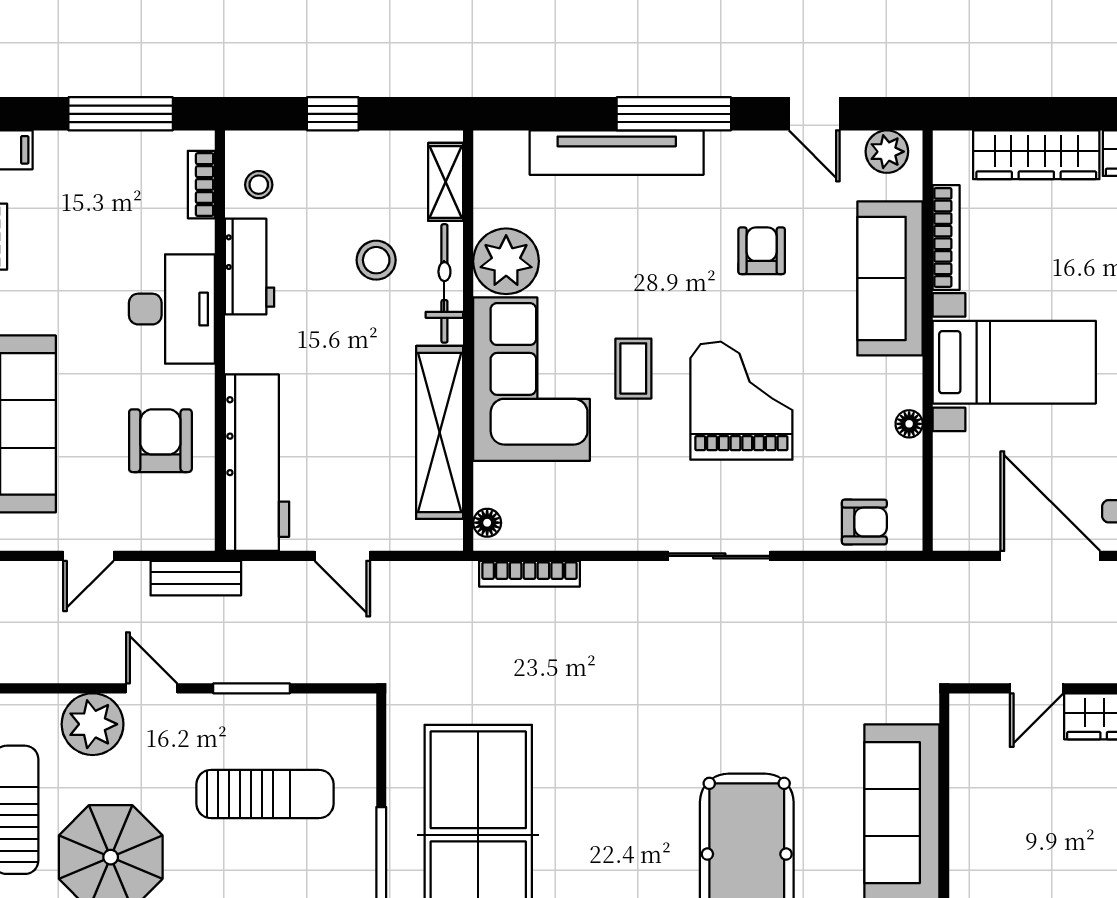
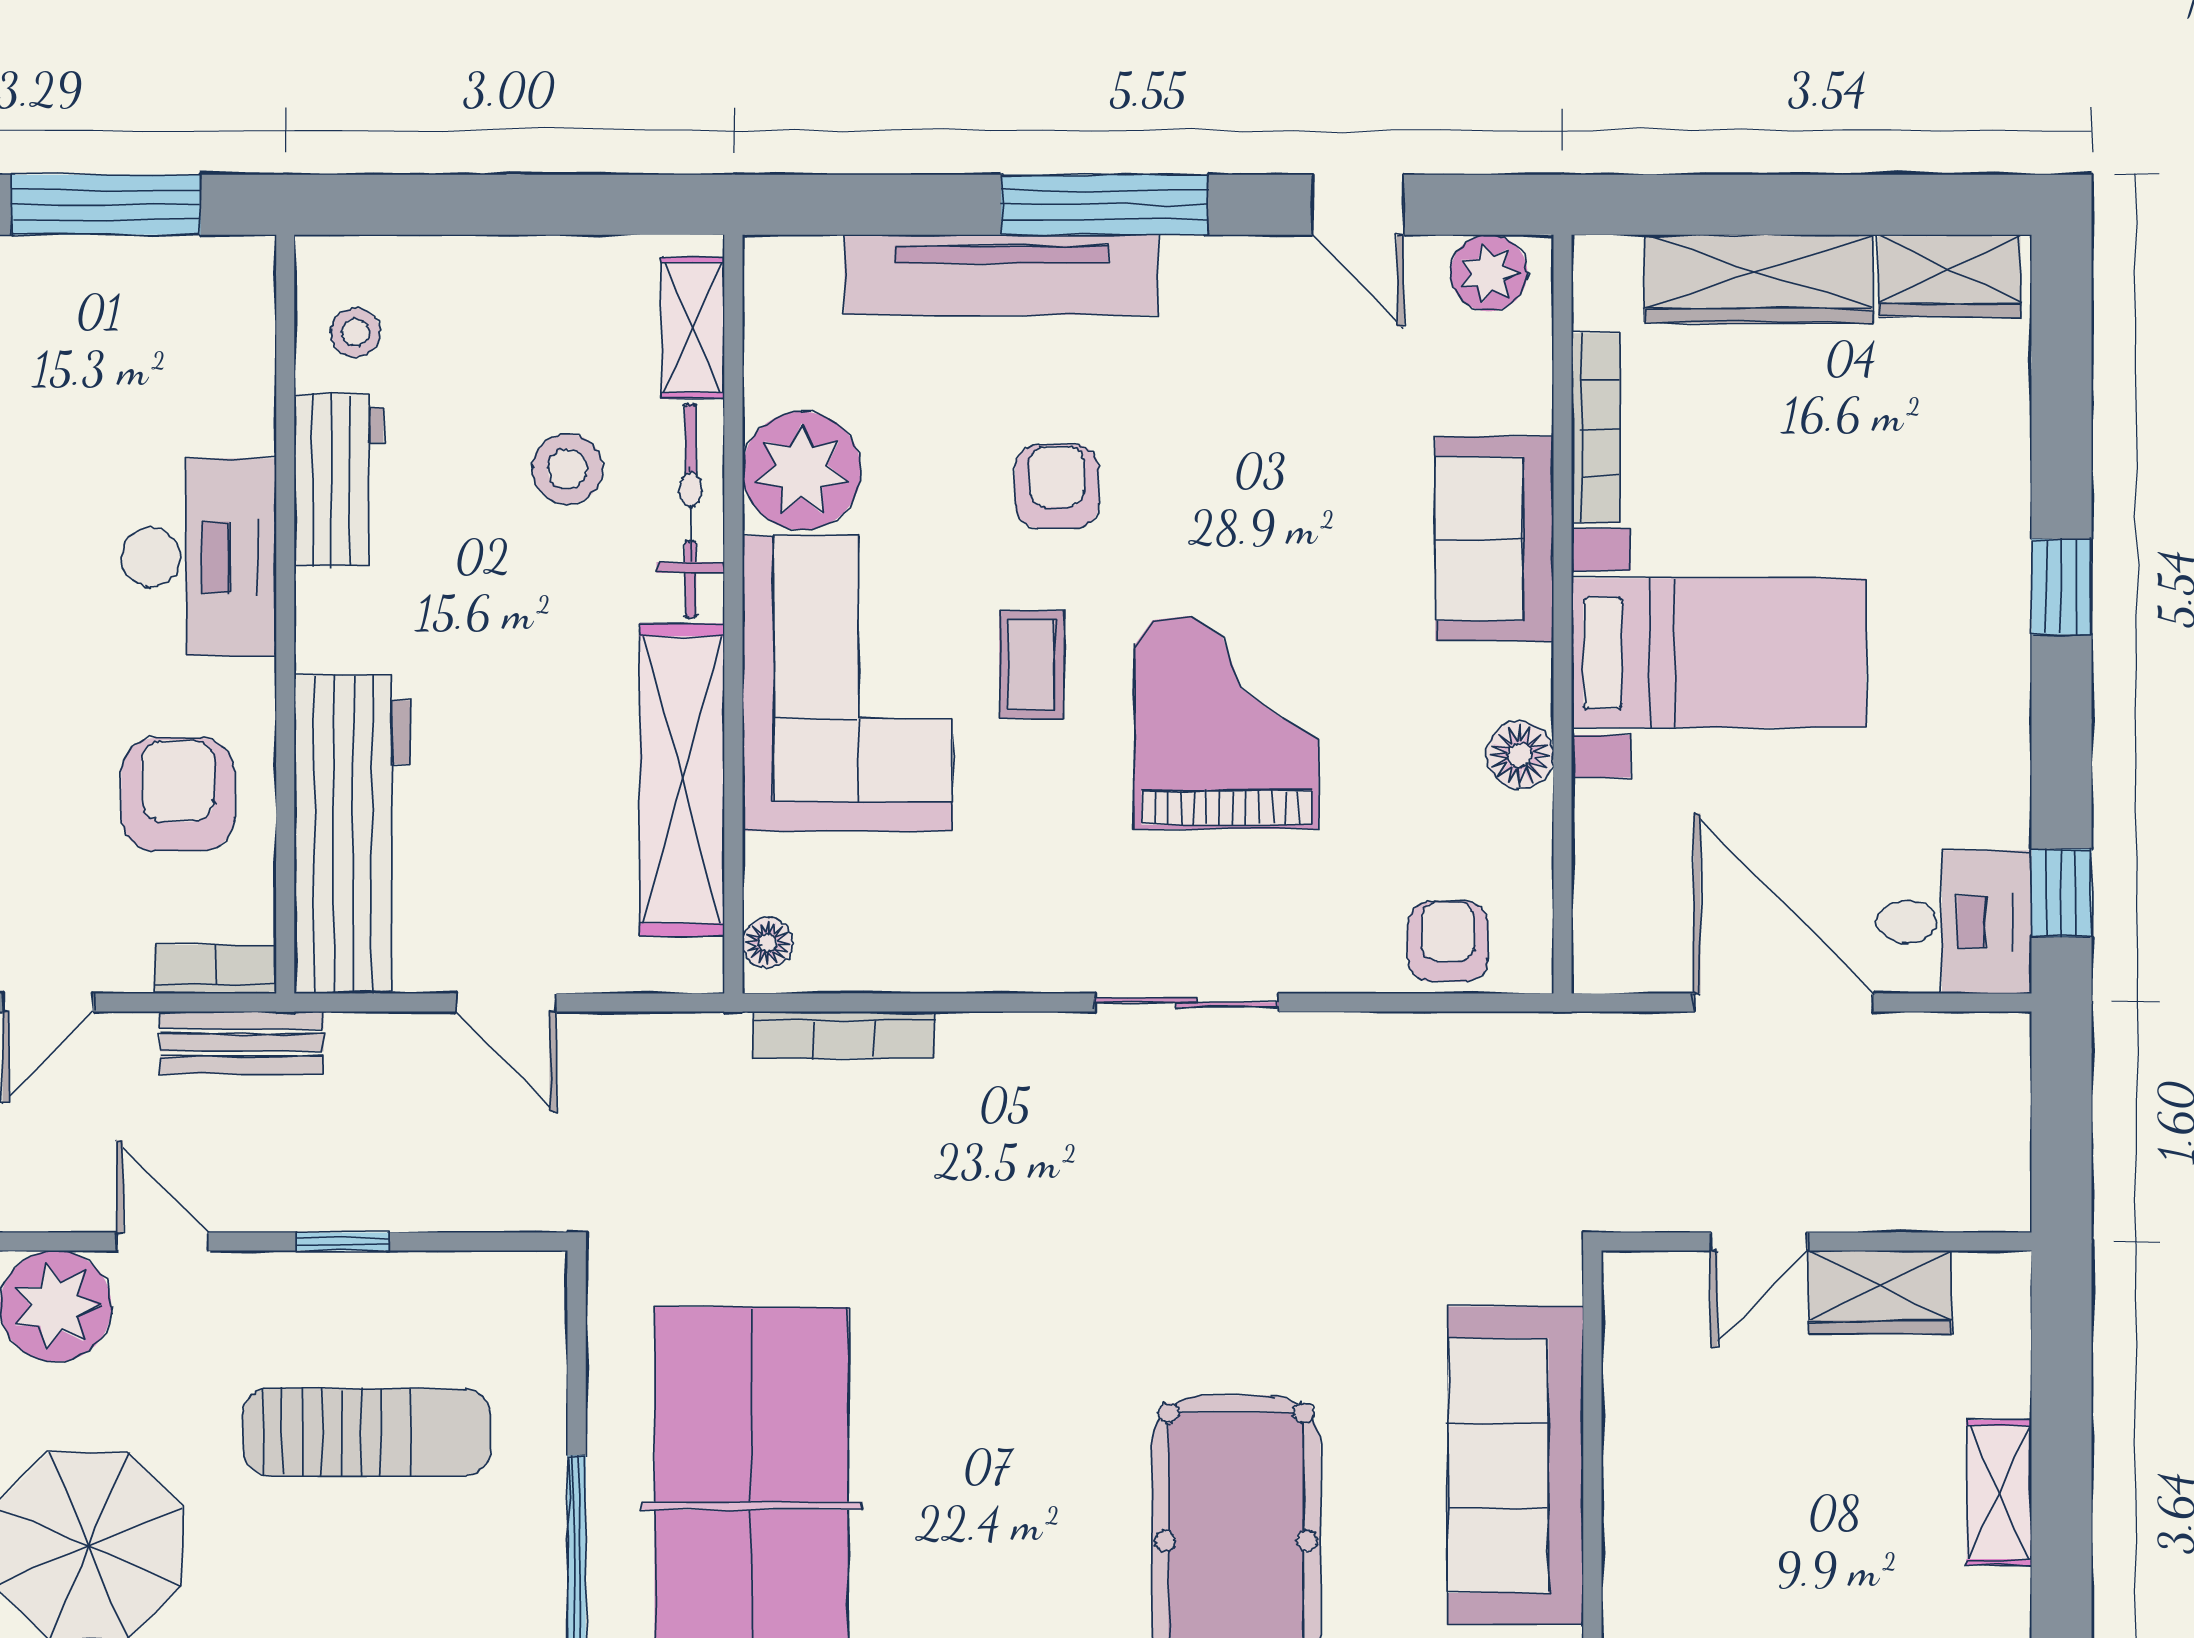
window: (333, 114) -> (489, 205), removed
bookcase: (201, 185) -> (215, 969), moved, turned 90
armchair: (762, 251) -> (1057, 486), moved
sofa: (890, 278) -> (1495, 539), width x0.73
floor lamp: (909, 424) -> (1520, 755), width x1.37, depth x1.37
armchair: (864, 522) -> (1448, 941), turned -90
window: (252, 688) -> (342, 1242), width x0.67

